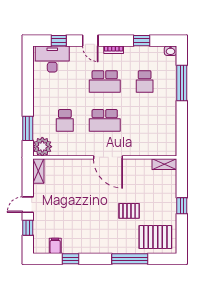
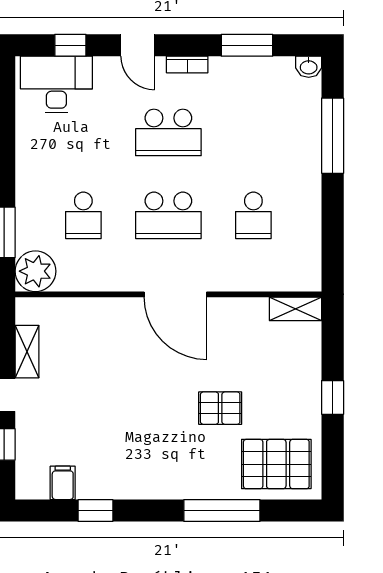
window: (142, 41) -> (247, 45), width x1.50
school desk: (145, 82) -> (253, 215), moved
shelving: (38, 171) -> (27, 352), moved

